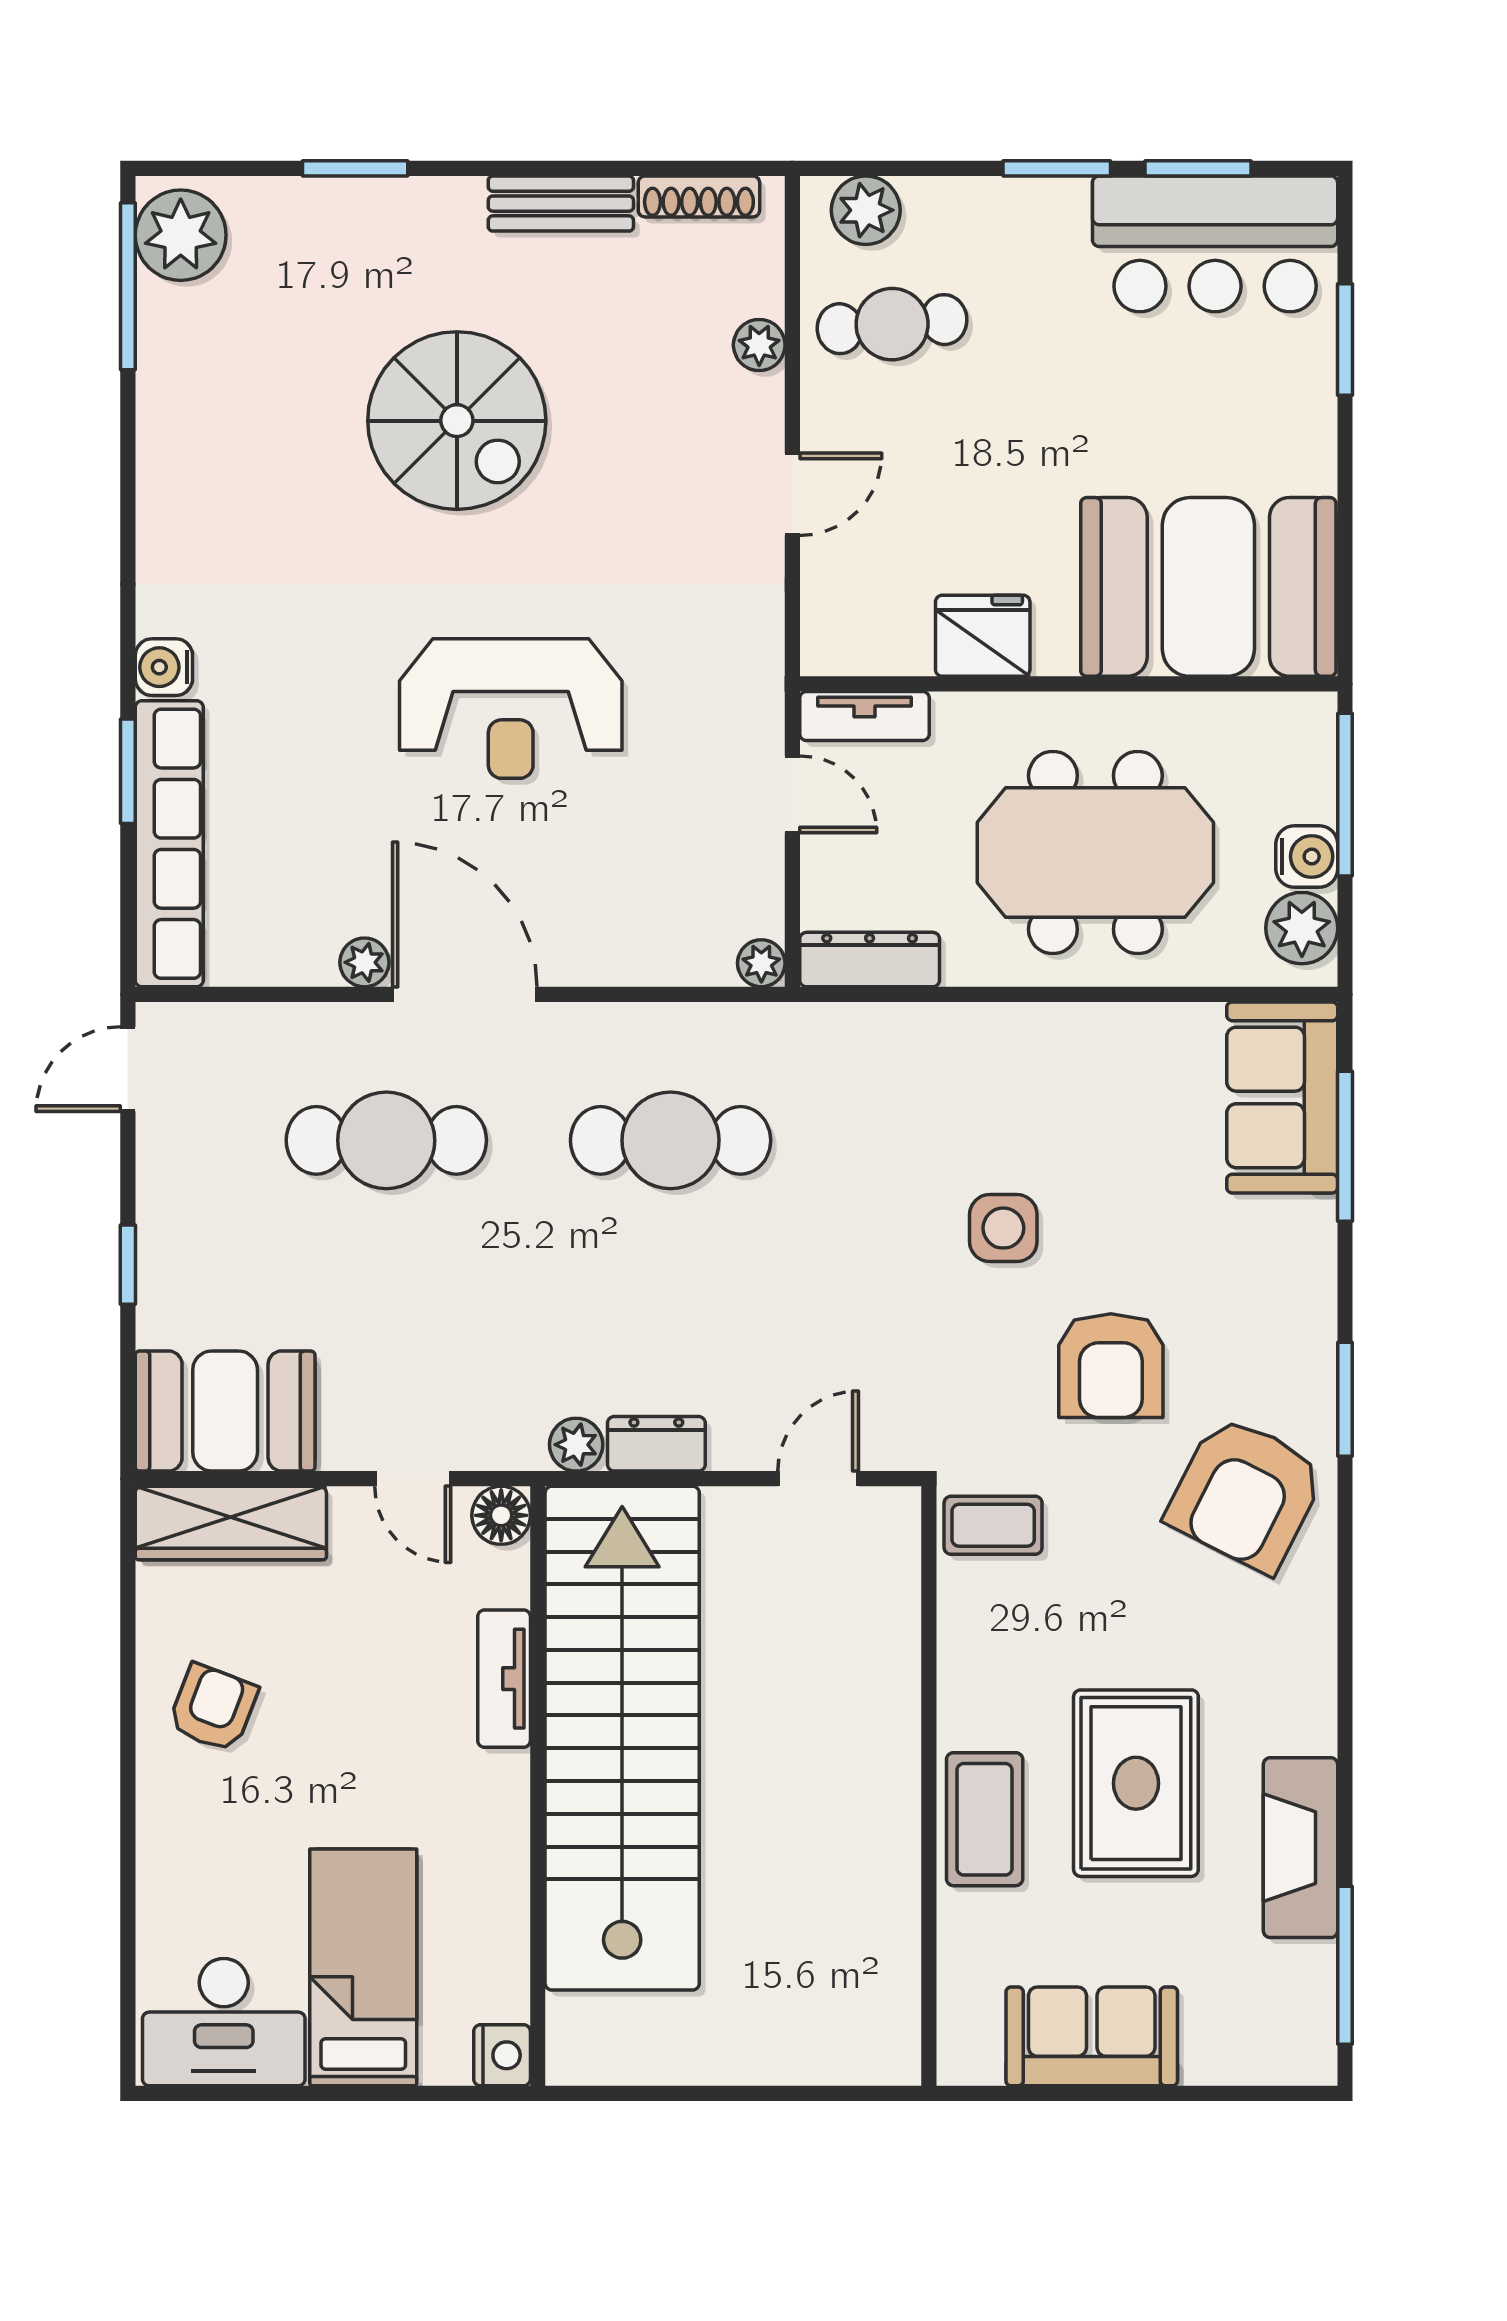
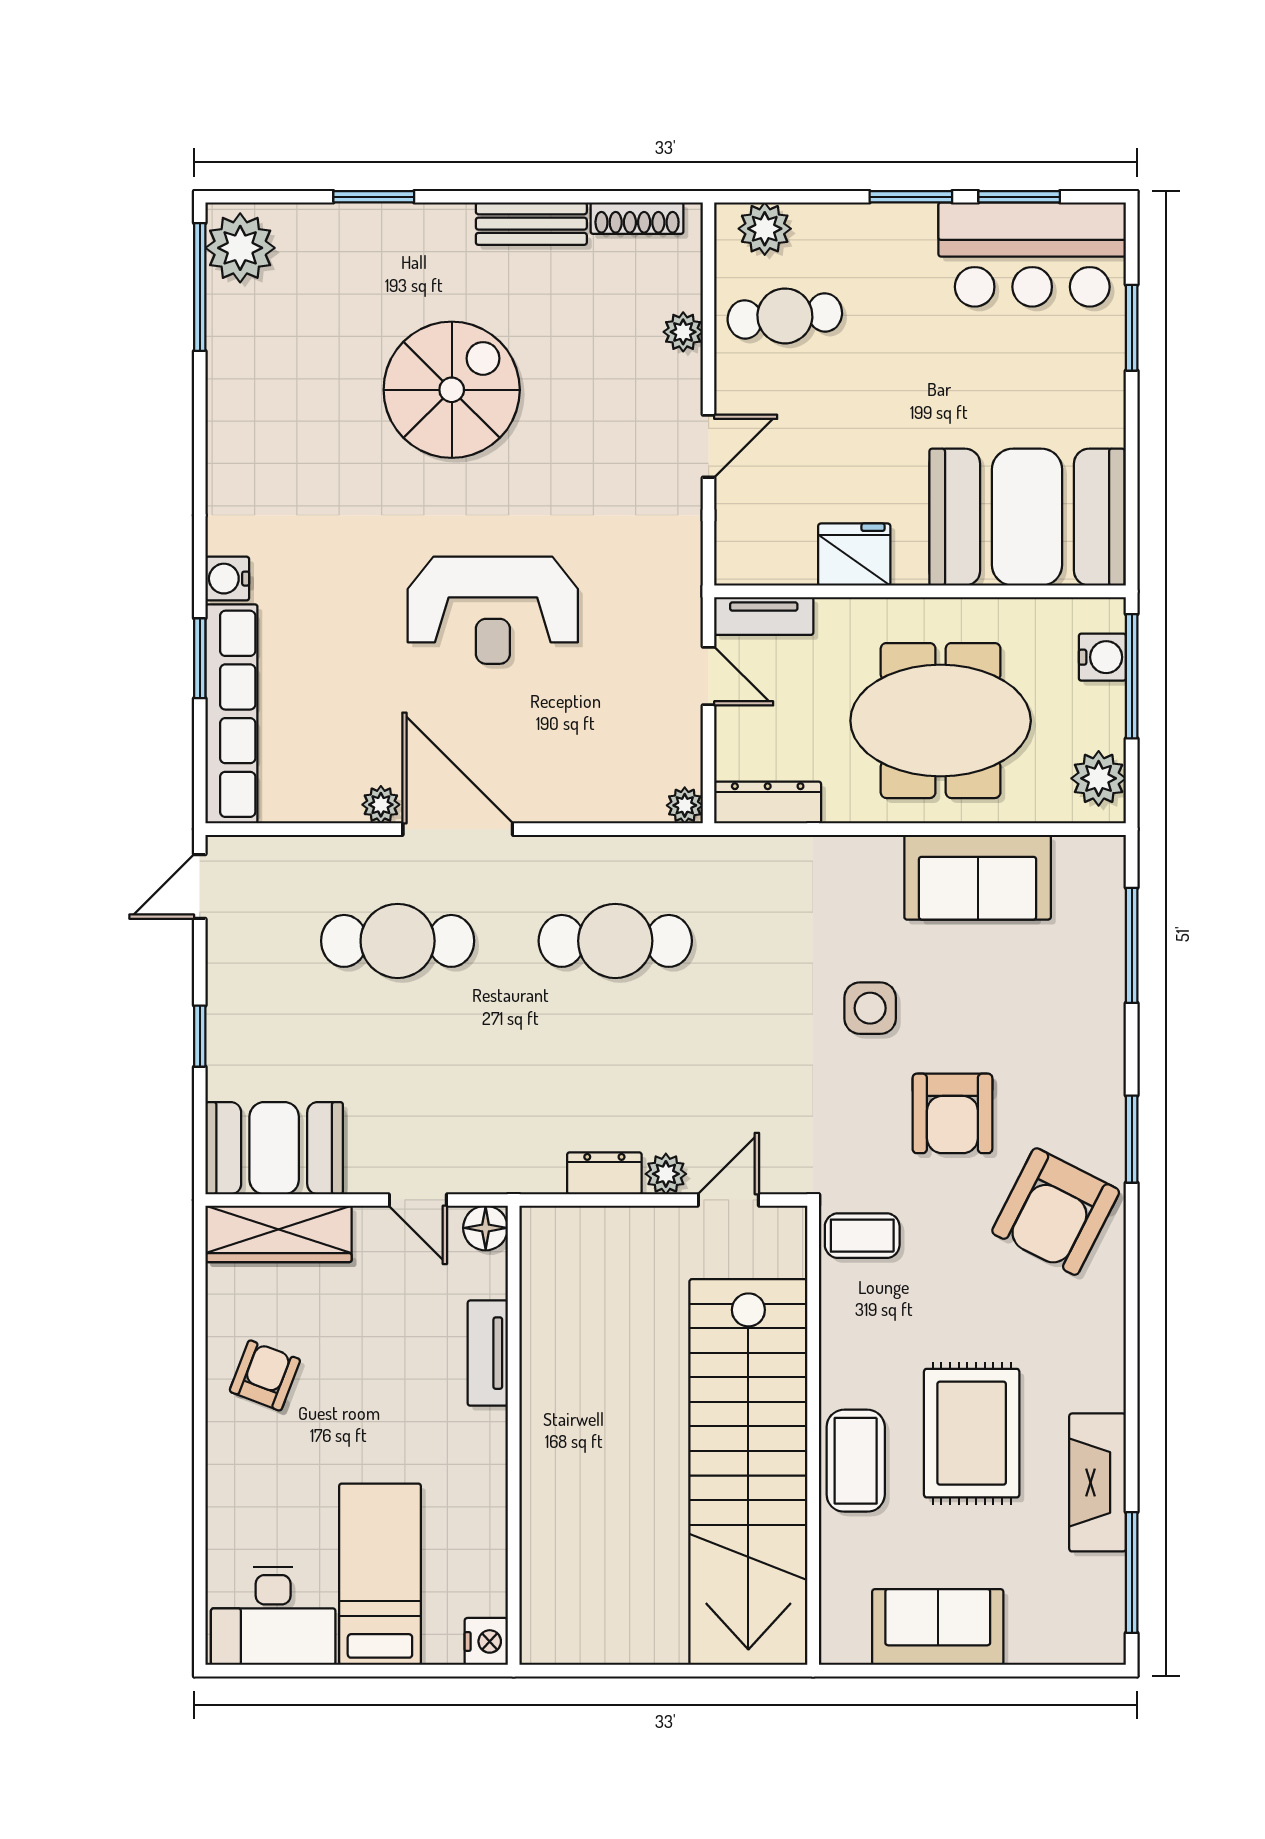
spiral stairs: (457, 421) -> (452, 390), turned -90
water cooler: (1307, 857) -> (1102, 657), moved
sofa: (1282, 1097) -> (978, 877), moved, turned -90
plant: (576, 1445) -> (666, 1174), moved
stairs: (622, 1738) -> (748, 1472), moved, turned 180

